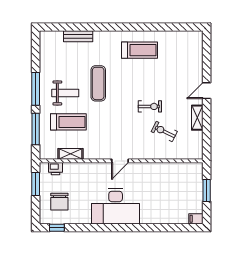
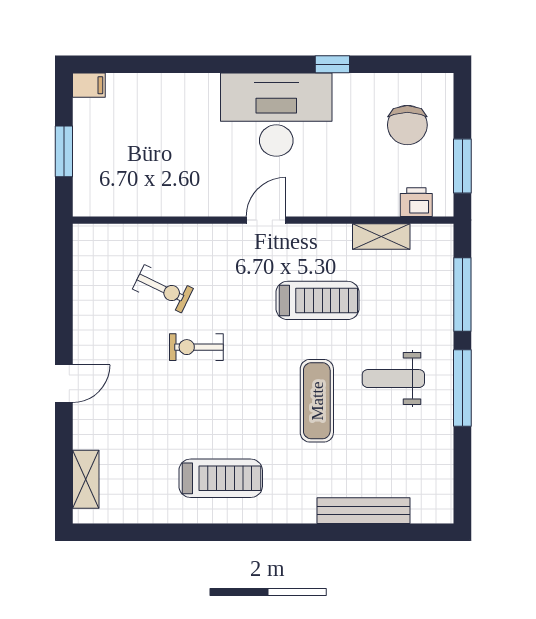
bench: (78, 36) -> (364, 511), width x1.36
treadmill: (139, 50) -> (221, 478), turned 180
shelving: (197, 118) -> (86, 479), moved
treadmill: (68, 122) -> (317, 300), moved, turned 180
chair: (59, 202) -> (407, 125), turned 180
window: (57, 228) -> (332, 64), moved

